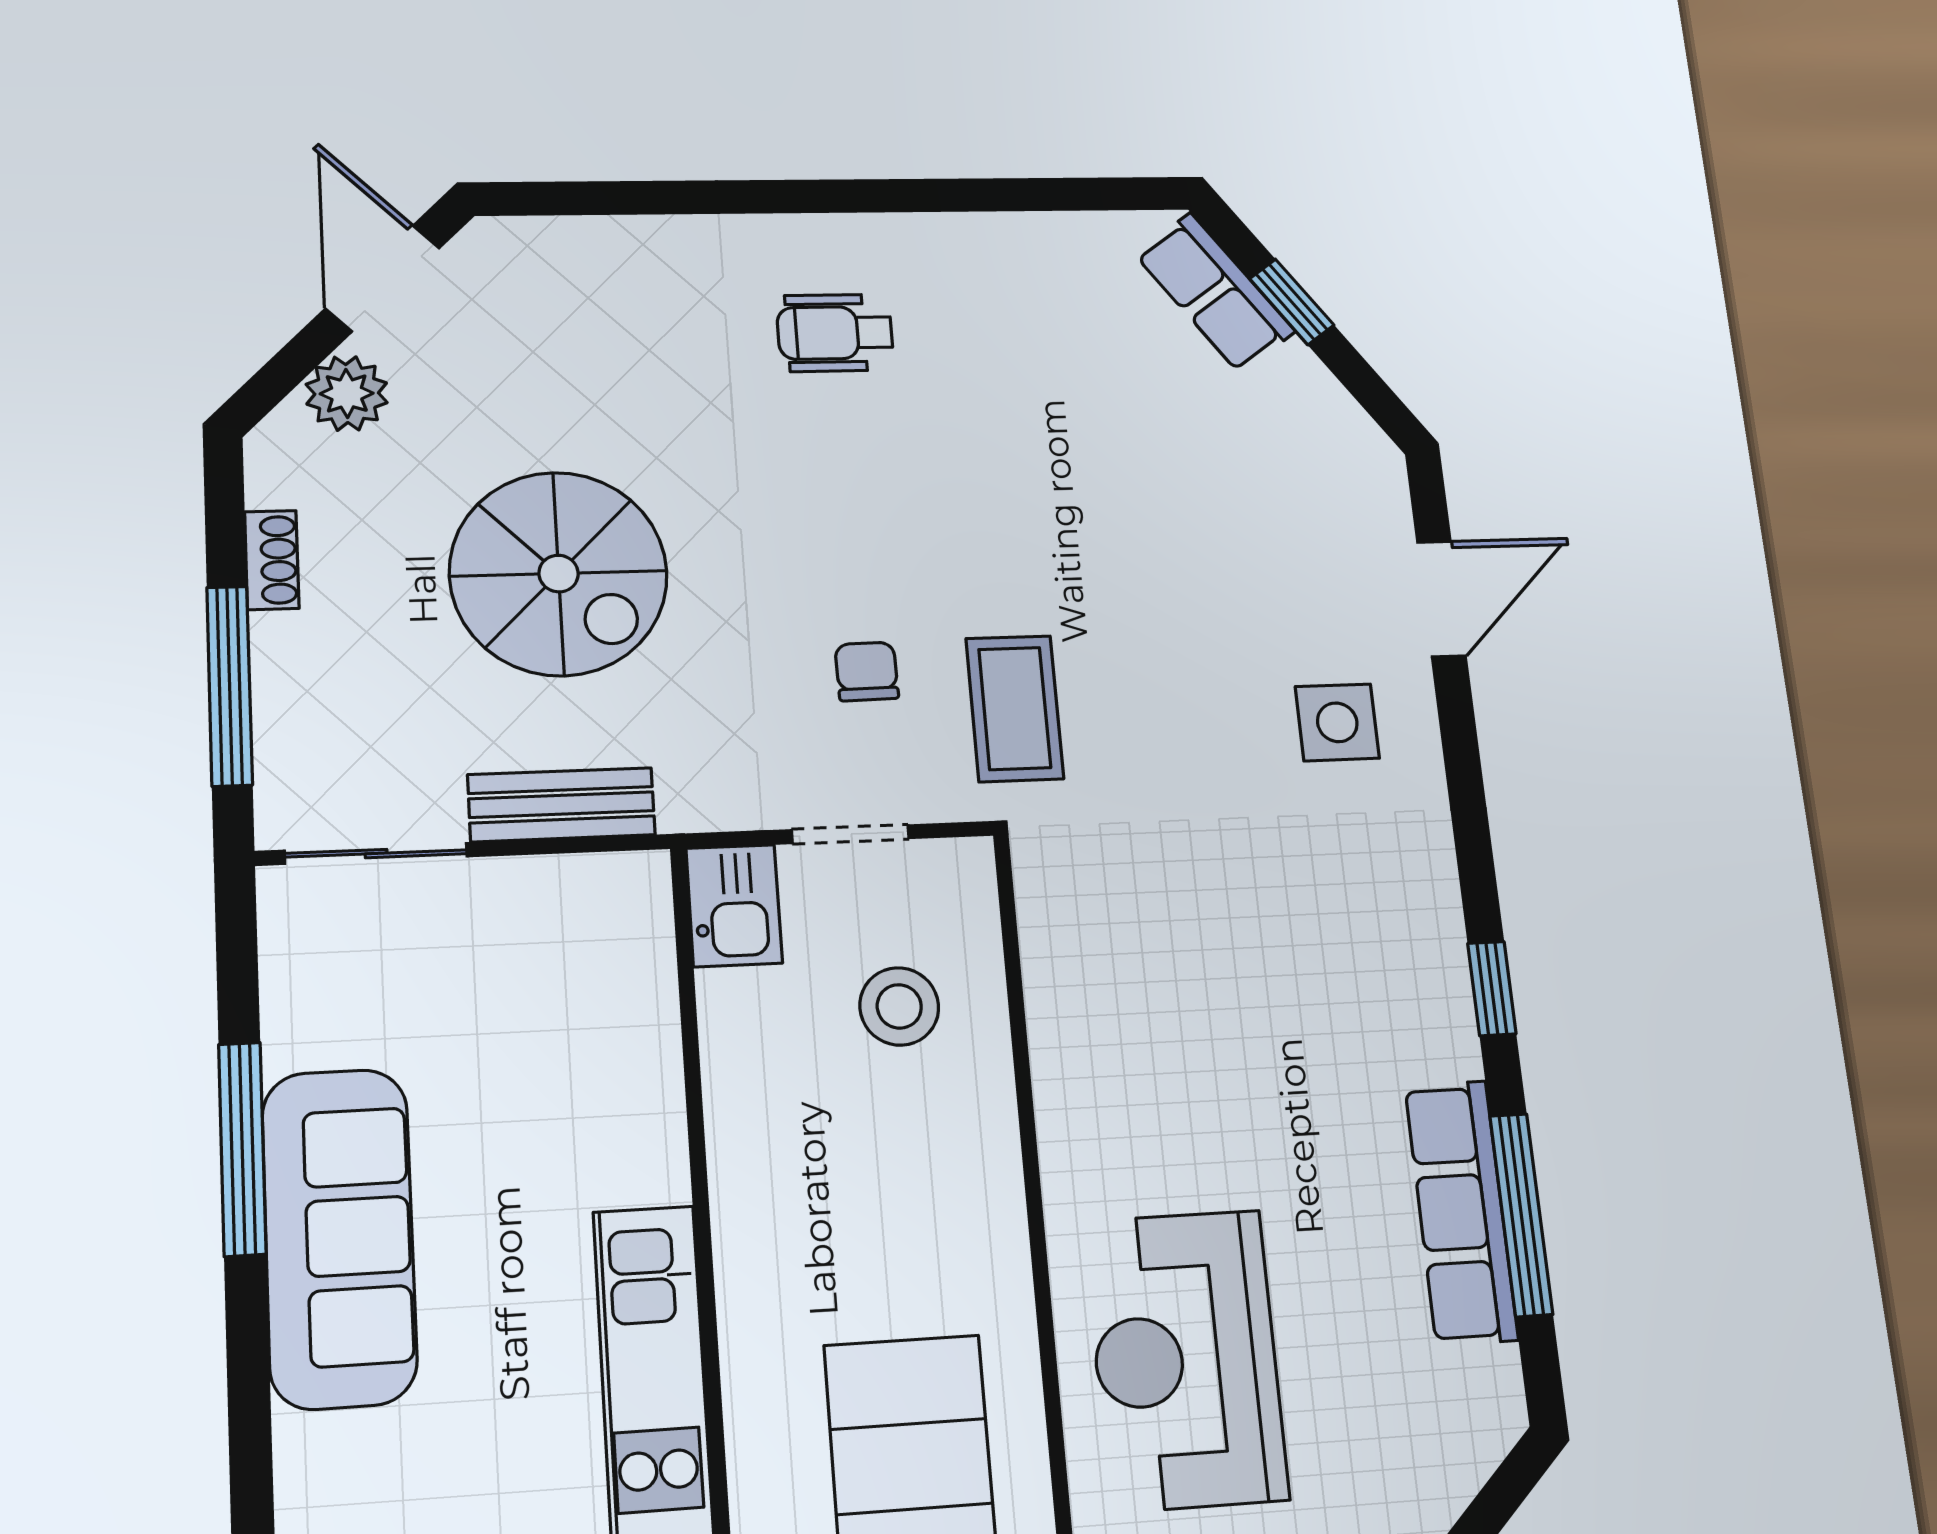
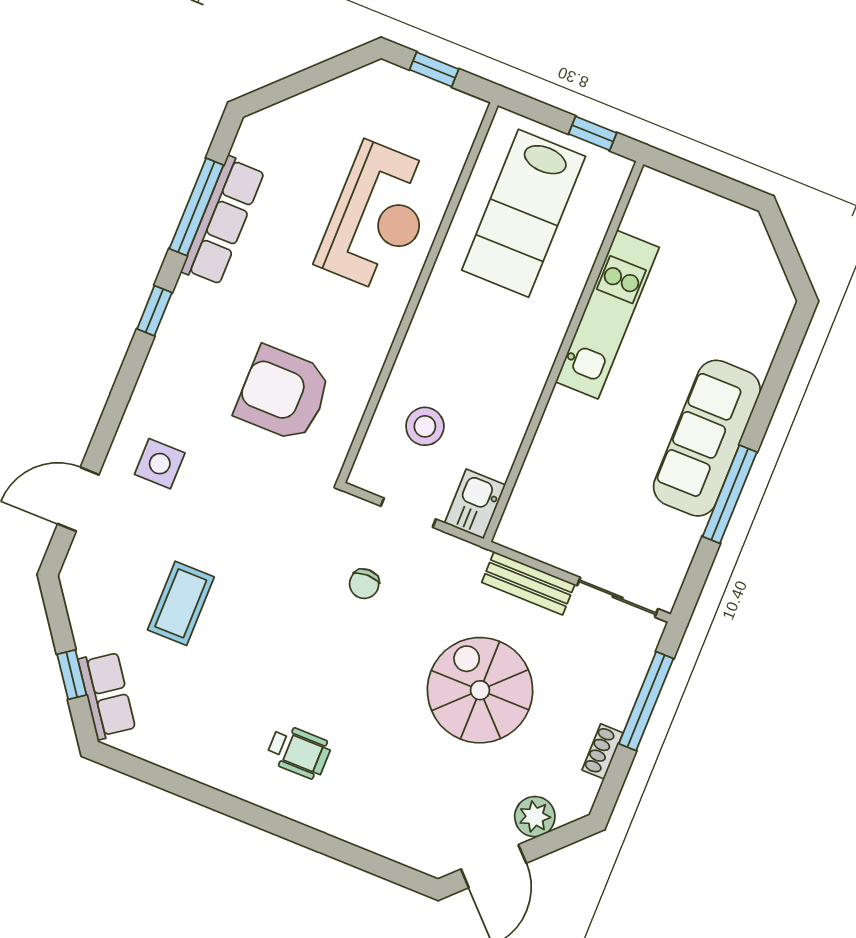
coffee table: (1015, 708) -> (181, 603), moved
armchair: (1188, 946) -> (283, 394), added

